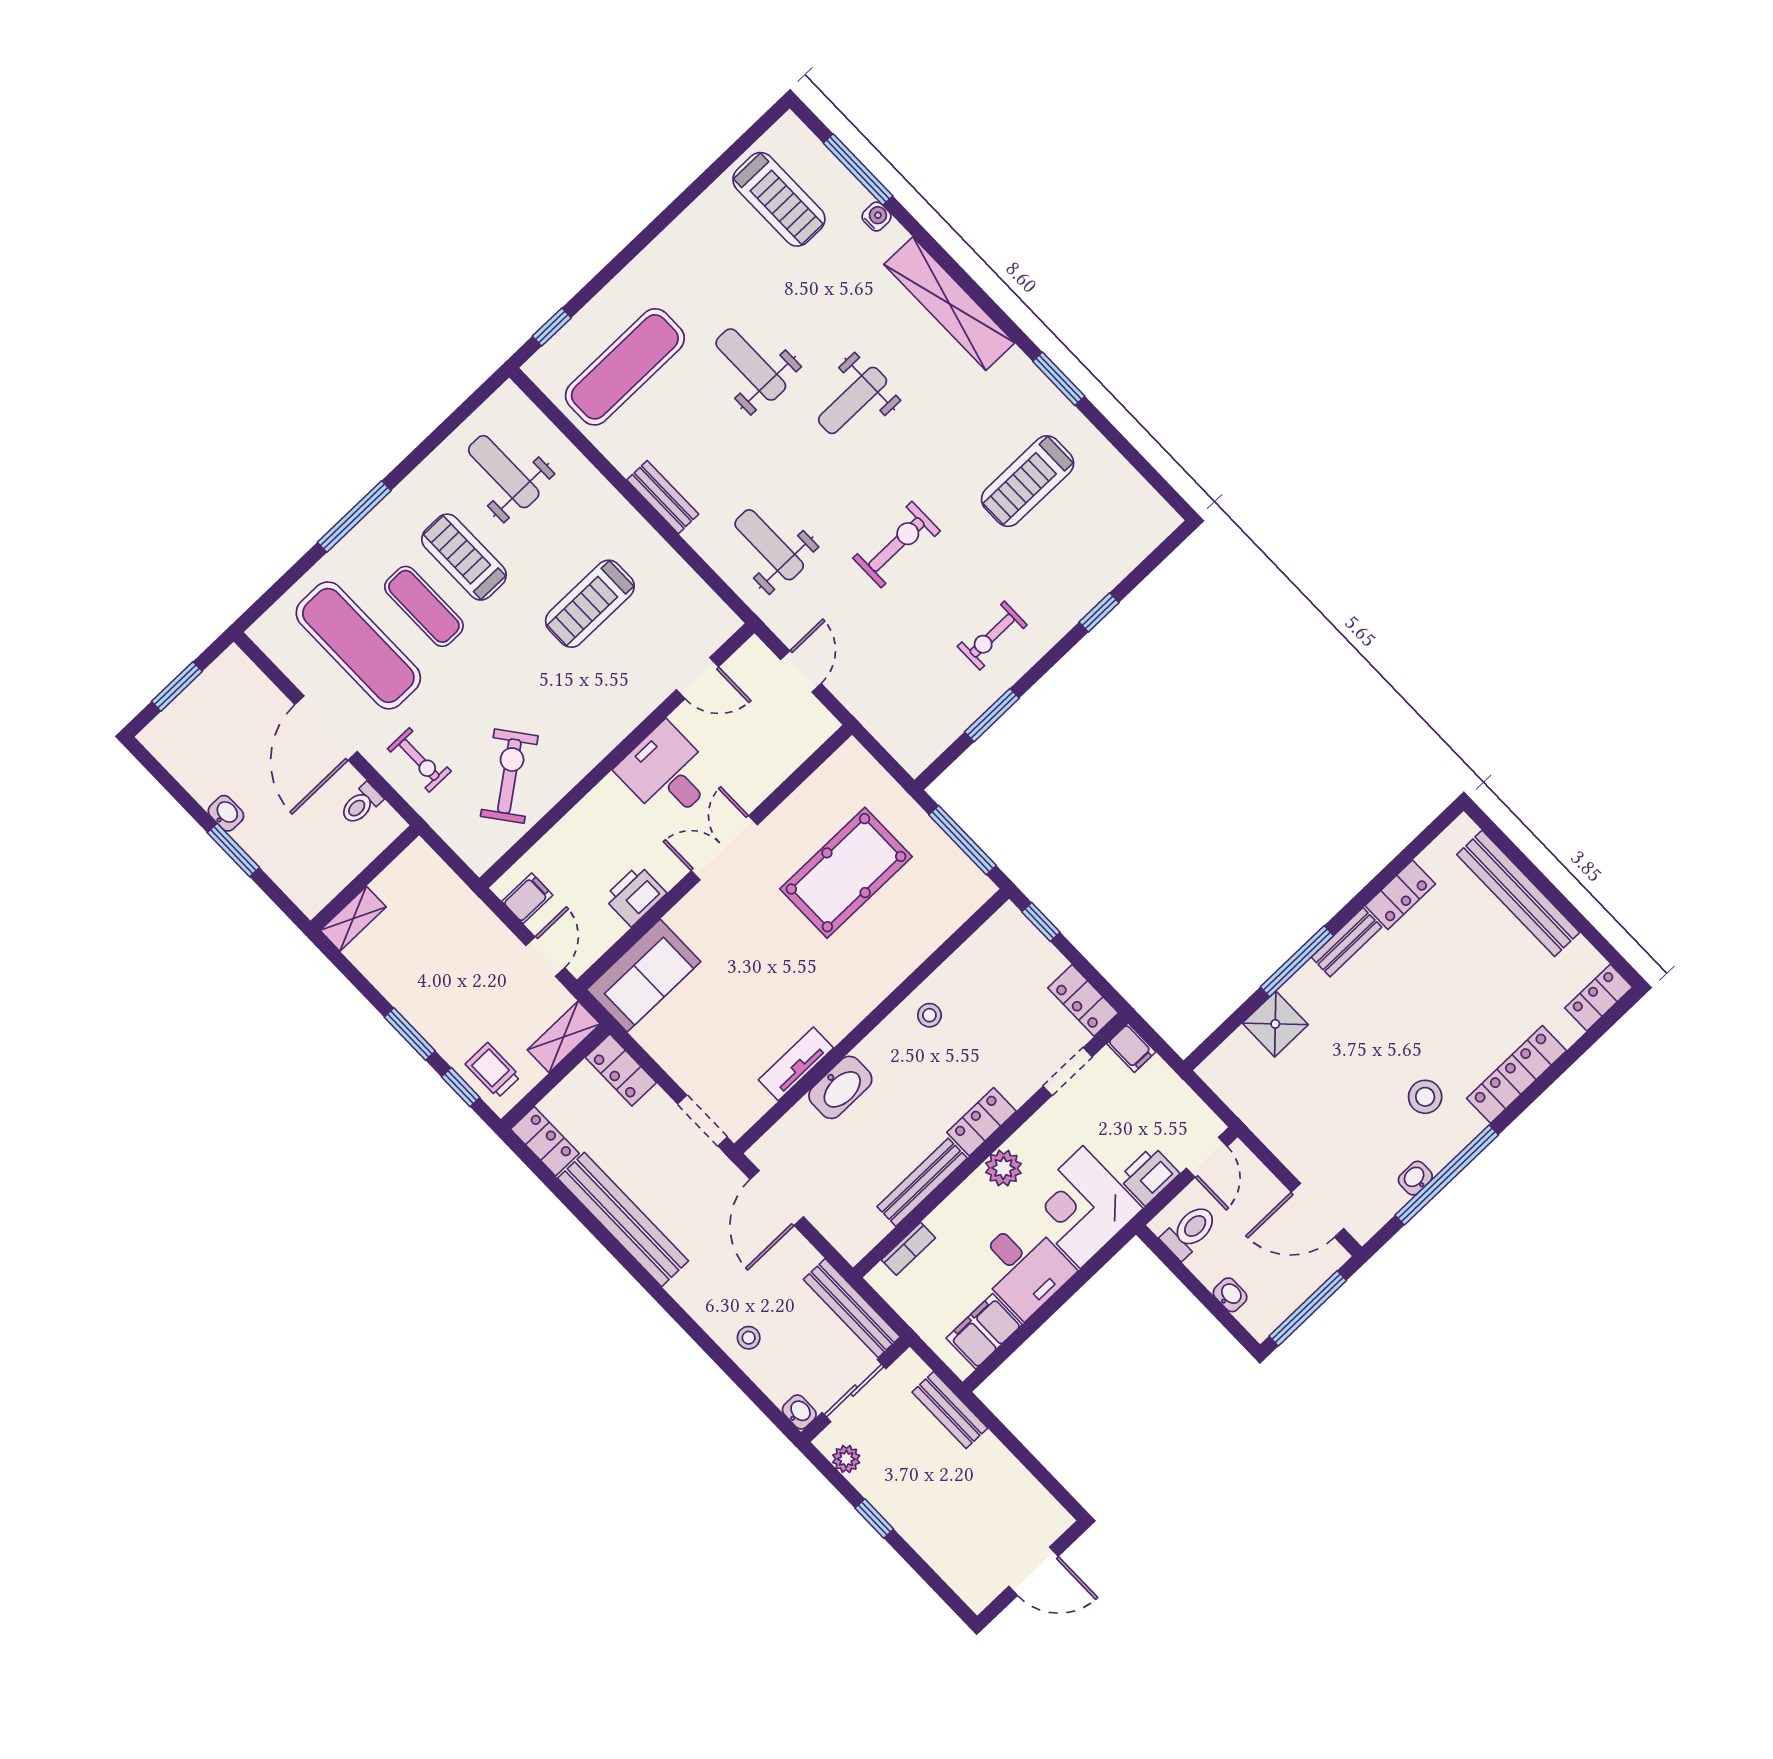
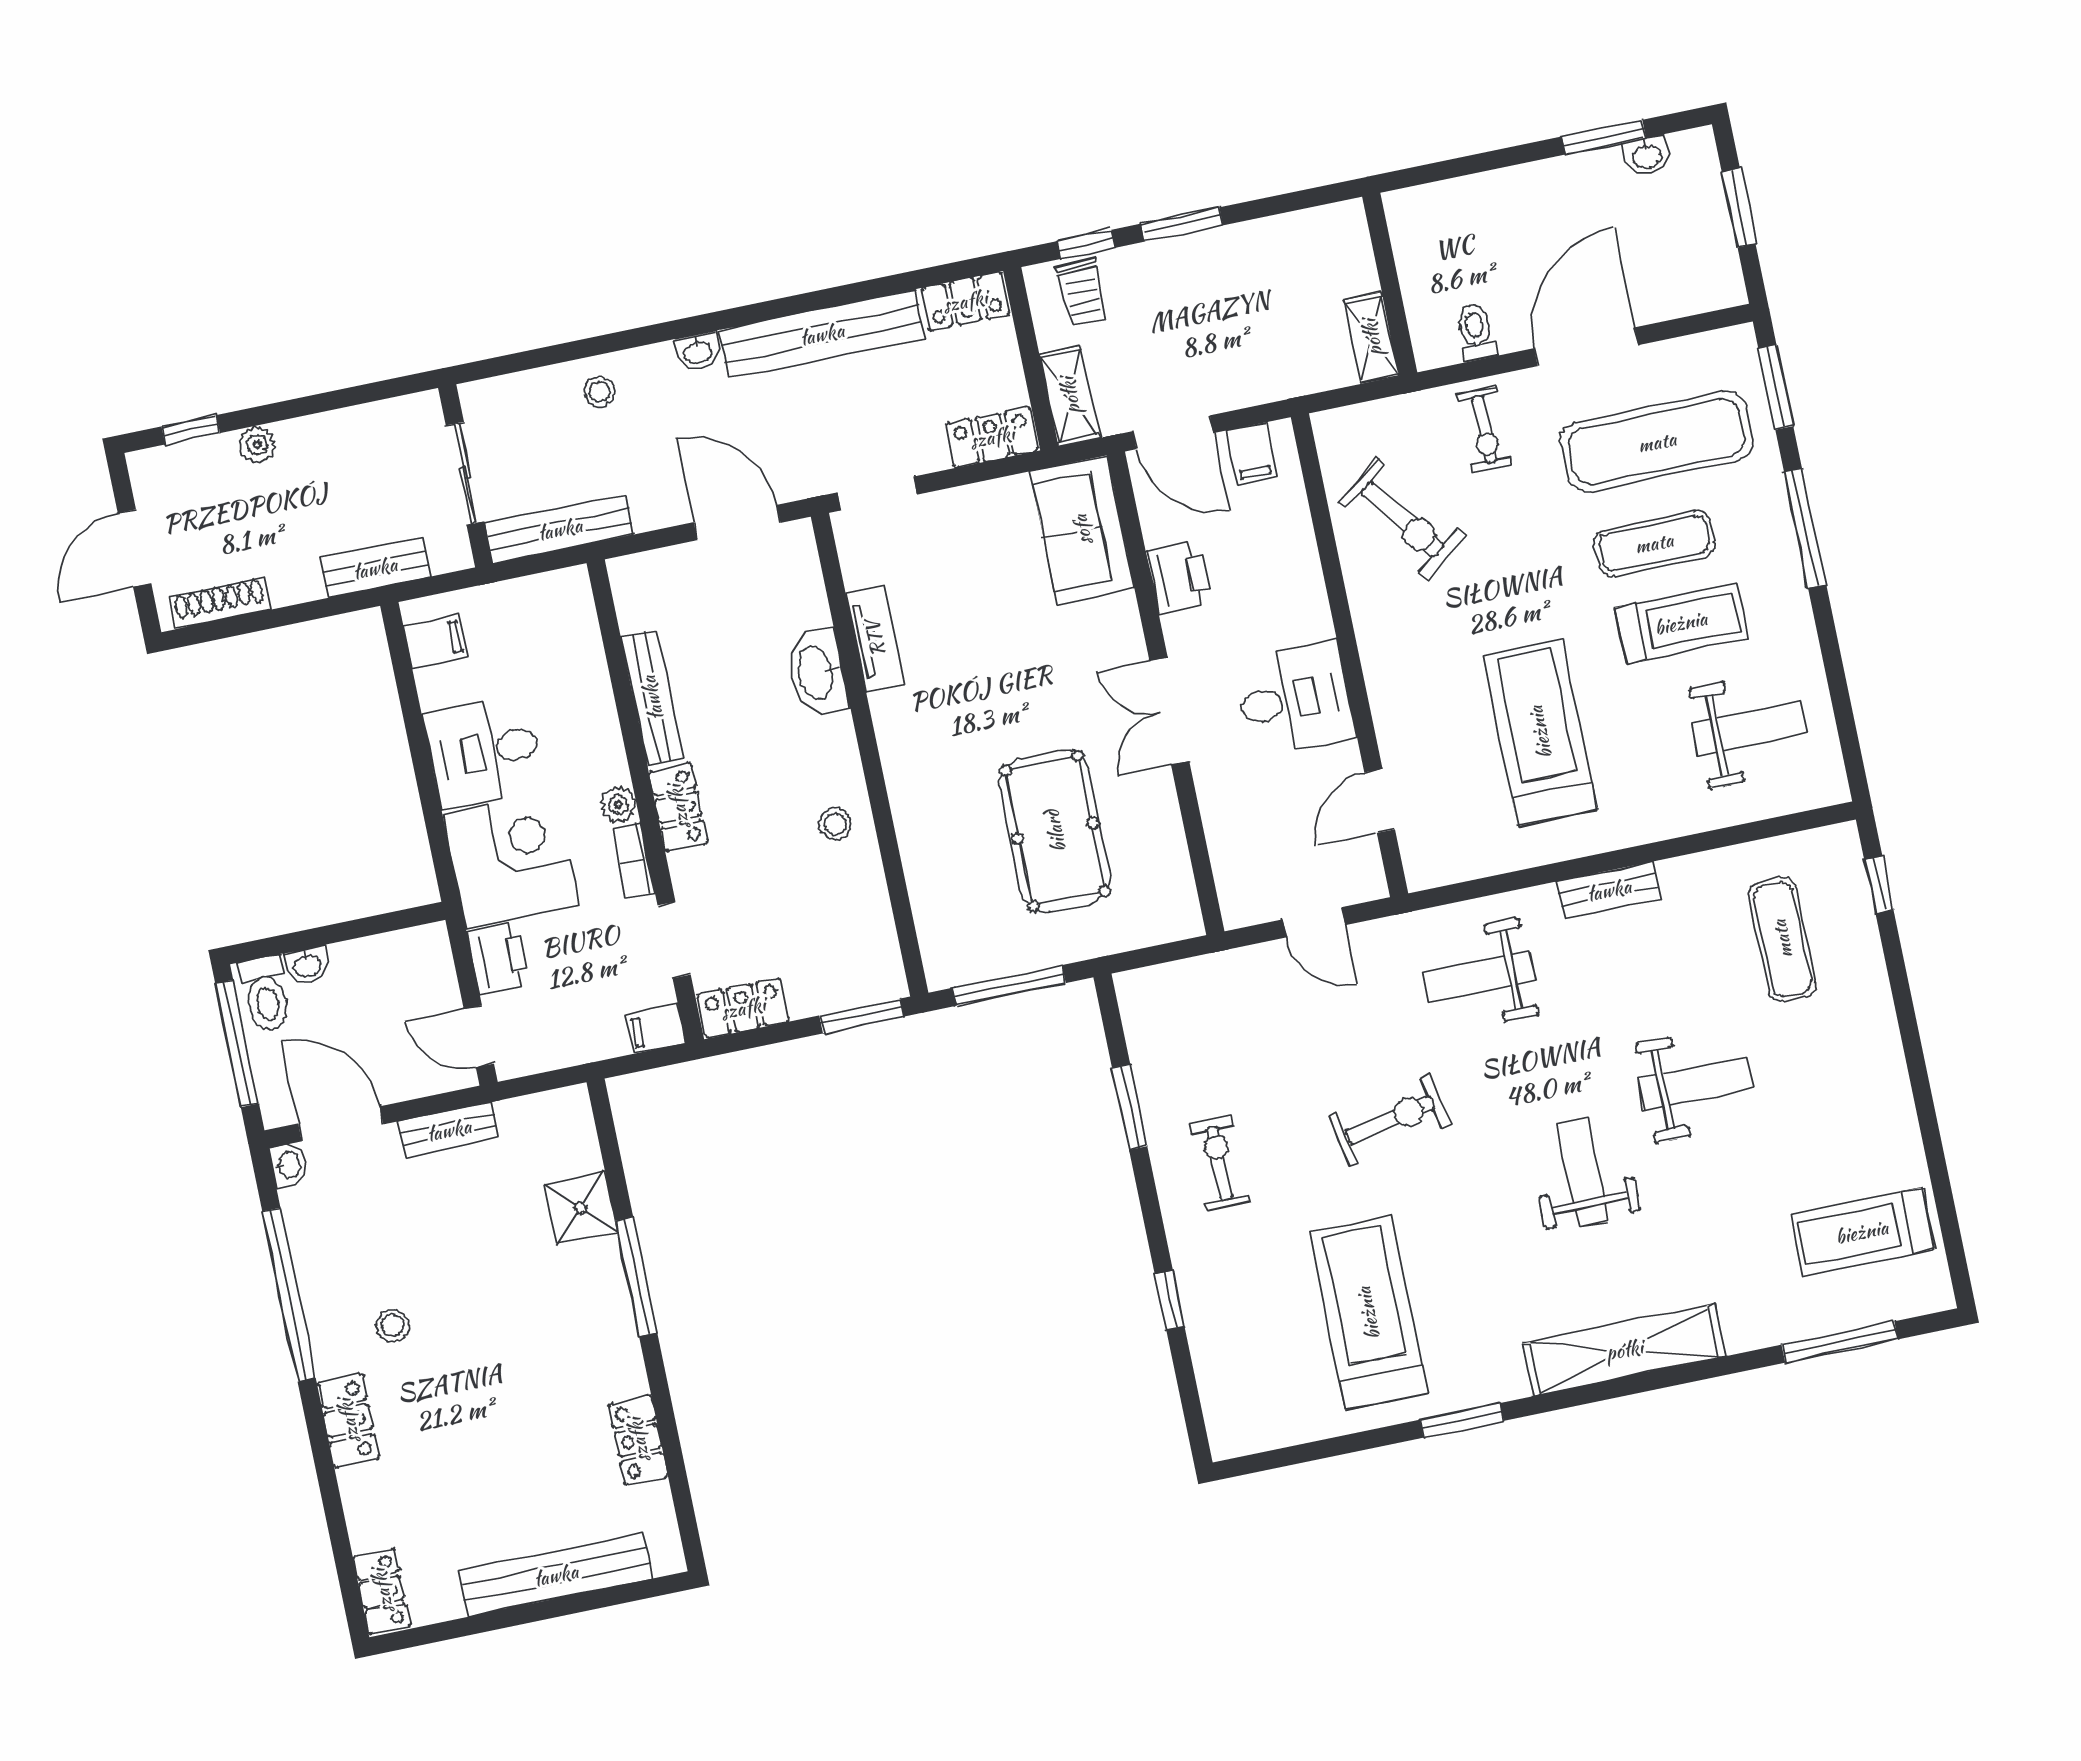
water cooler: (876, 217) -> (1774, 1330), removed
exercise mat: (625, 367) -> (1782, 939), width x0.73, depth x0.69
treadmill: (1028, 481) -> (1368, 1313), width x1.37, depth x1.38
exercise bike: (897, 544) -> (1390, 1120), turned -101
weight bench: (769, 545) -> (1479, 976), turned 180
window: (276, 591) -> (1776, 387), added
treadmill: (590, 604) -> (1540, 732), width x1.37, depth x1.38
door: (326, 728) -> (1586, 347), hinge flipped
exercise bike: (419, 760) -> (1484, 429), turned -90
washbasin: (226, 813) -> (1647, 156), moved
double door: (724, 848) -> (1169, 711), swing flipped
window: (233, 850) -> (1604, 137), moved
shelving: (353, 919) -> (1372, 338), moved
window: (1041, 922) -> (862, 1016), width x1.50
bench: (1346, 942) -> (449, 1130), moved, turned 90
door: (545, 957) -> (1173, 432), width x1.38
trolley: (493, 1070) -> (1082, 293), turned 89
locker: (1516, 1074) -> (348, 1421), width x0.66
stool: (1425, 1097) -> (393, 1326), width x0.73, depth x0.73
plant: (1003, 1168) -> (618, 805), width x0.73, depth x0.73
washbasin: (1415, 1178) -> (289, 1165), moved
door: (1318, 1210) -> (341, 1124), hinge flipped
toilet: (1190, 1231) -> (266, 994), moved
bookcase: (908, 1249) -> (633, 861), moved
filing cabinet: (984, 1331) -> (436, 641), width x0.50
washbasin: (799, 1412) -> (698, 351), moved
plant: (846, 1459) -> (257, 445), moved
shoe rack: (1035, 1495) -> (220, 603), added
window: (874, 1518) -> (191, 430), moved

